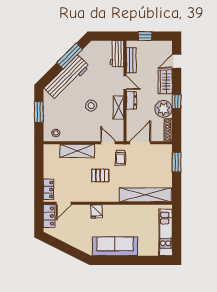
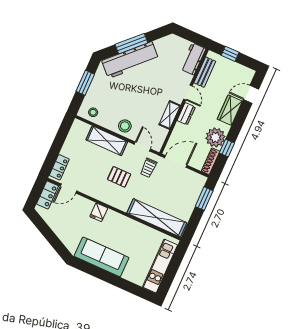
window: (70, 56) -> (131, 44), moved
window: (177, 102) -> (227, 148), moved
stool: (91, 106) -> (125, 126), moved

